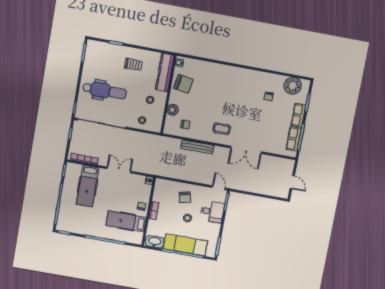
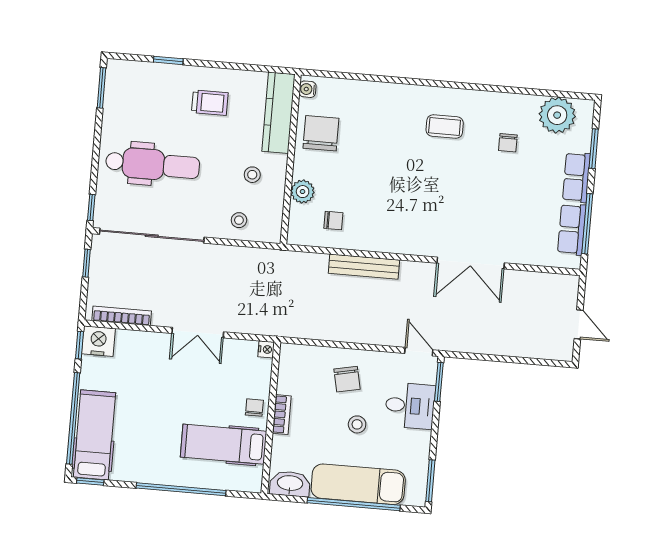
chair: (183, 84) -> (321, 133), turned -99
coffee table: (222, 129) -> (445, 127), moved
nightstand: (73, 170) -> (98, 341), added
double door: (119, 170) -> (198, 333), swing flipped
hospital bed: (88, 186) -> (94, 435), moved, turned 180

